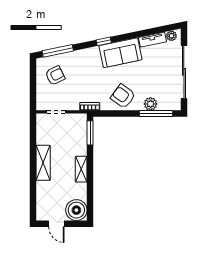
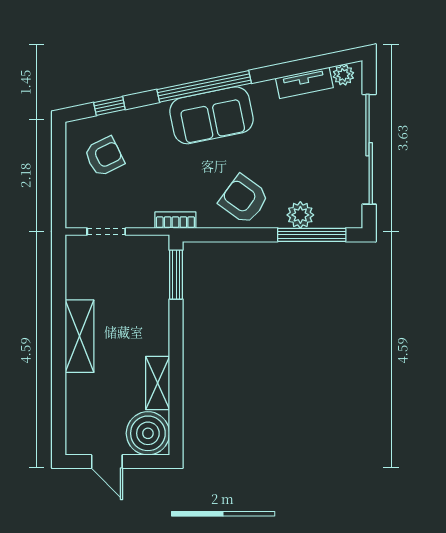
window: (104, 41) -> (204, 86), width x3.17
window: (58, 51) -> (109, 106), width x0.46
sofa: (120, 53) -> (212, 115), moved
shelving: (81, 169) -> (158, 383), moved

